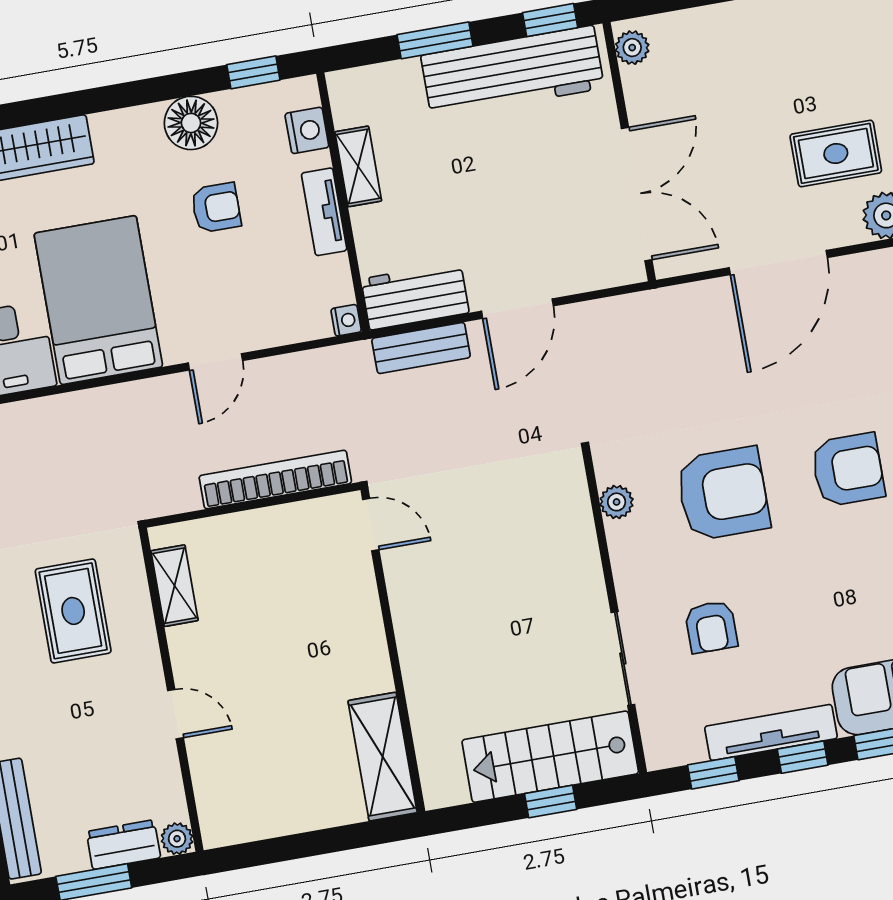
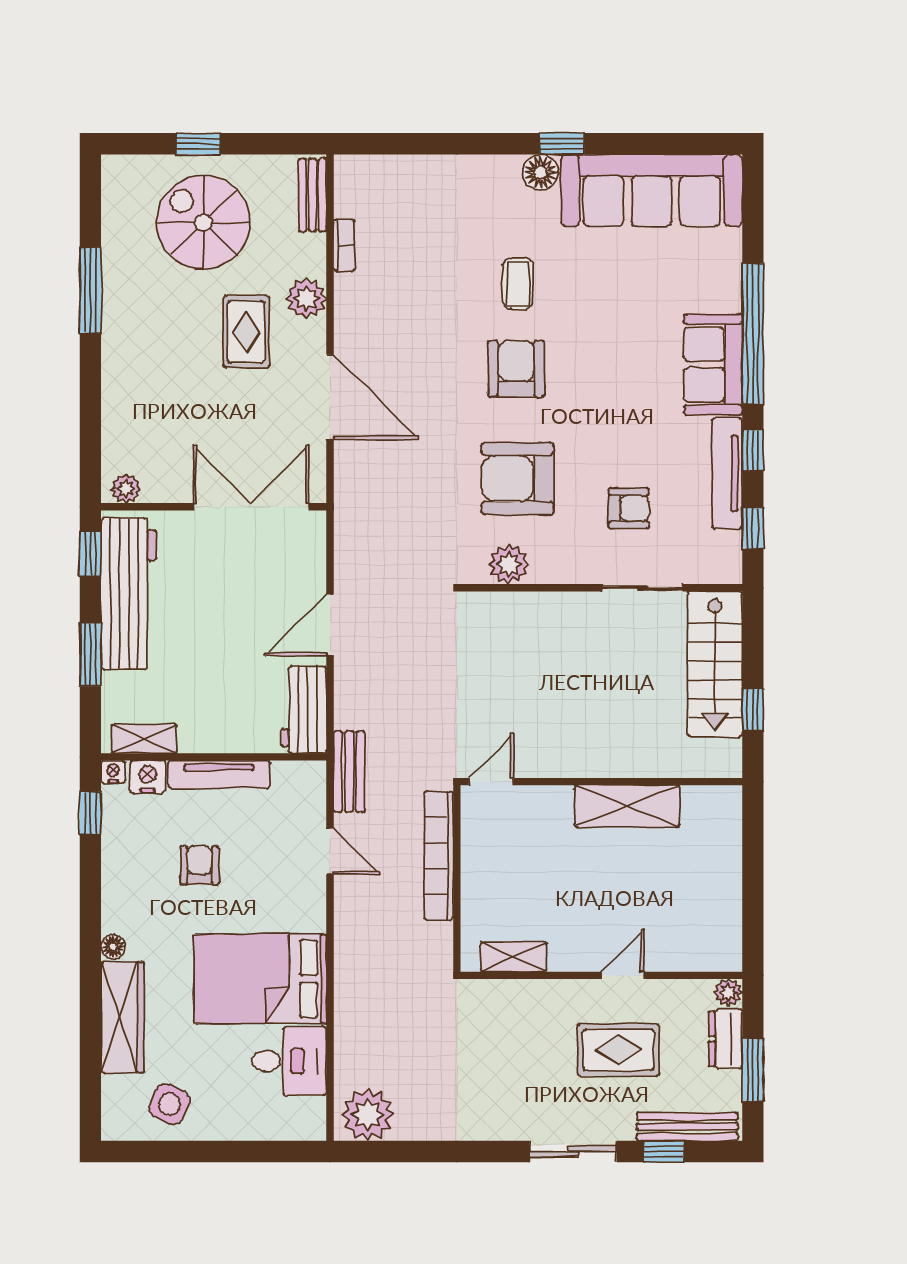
floor lamp: (191, 123) -> (113, 947), moved, width x0.53, depth x0.53
shelving: (358, 166) -> (144, 739), moved
tv unit: (324, 212) -> (219, 774), width x1.41
door: (517, 309) -> (330, 625), swing flipped
nightstand: (346, 320) -> (113, 772), moved
bench: (421, 348) -> (349, 771), moved
door: (215, 362) -> (330, 851), moved
armchair: (723, 494) -> (518, 478), turned -90
plant: (617, 502) -> (509, 564), width x1.38, depth x1.38
rug: (73, 611) -> (619, 1050), moved
shelving: (383, 757) -> (627, 806), moved
window: (551, 802) -> (753, 710), moved

